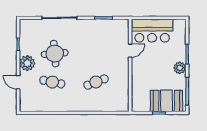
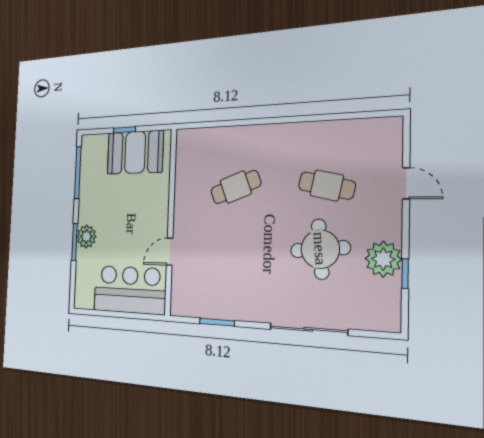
plant: (27, 63) -> (383, 259), moved
plant: (180, 68) -> (86, 237), moved
booth: (167, 101) -> (135, 152), moved

